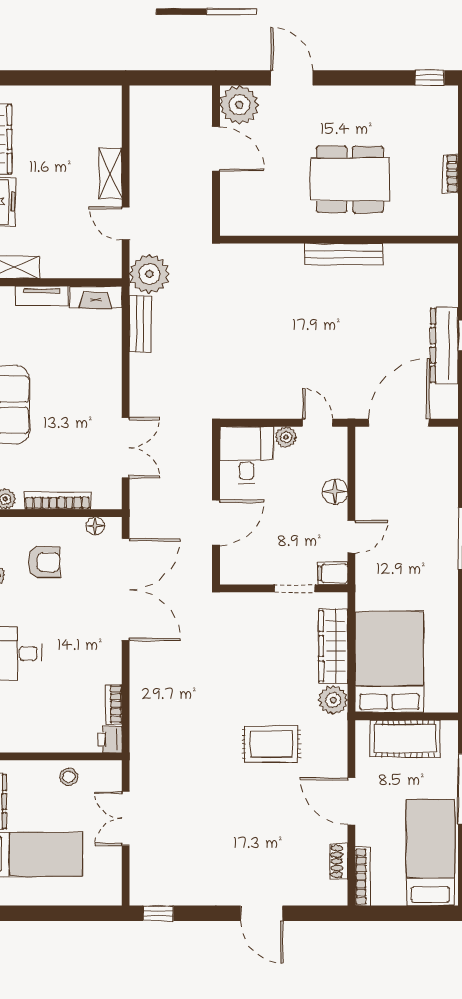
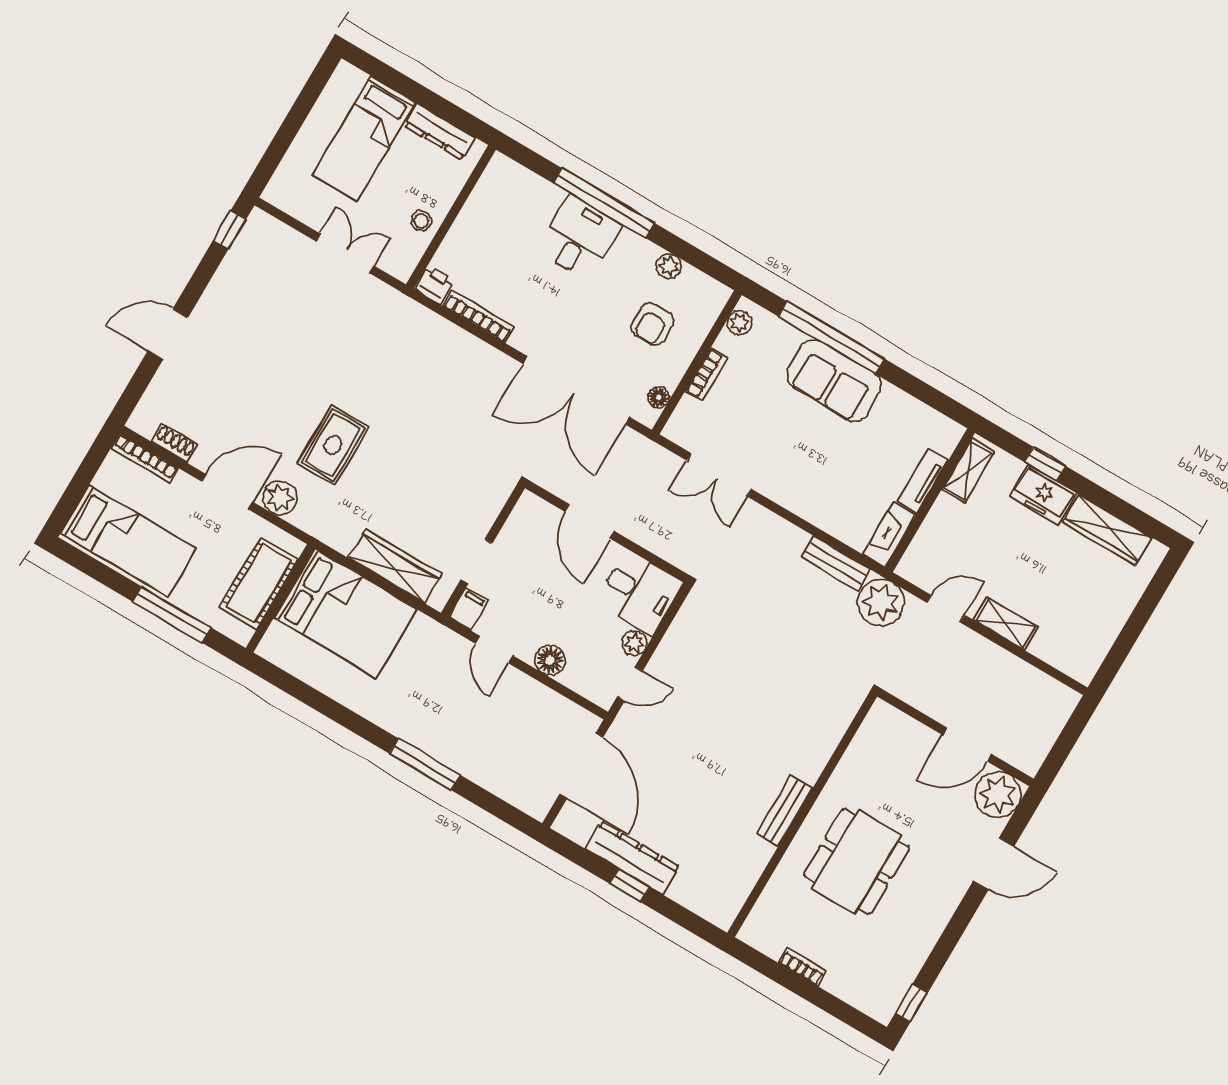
bench: (344, 254) -> (785, 811), width x0.73
bookcase: (57, 501) -> (706, 374), width x0.64
plant: (333, 700) -> (280, 498), moved
bookcase: (114, 704) -> (479, 317), width x1.56

